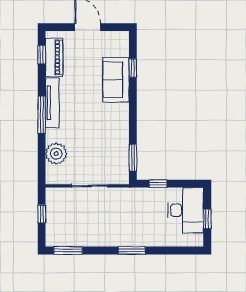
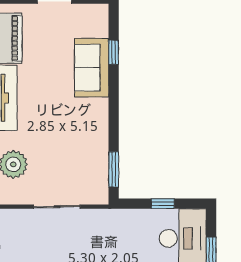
window: (158, 184) -> (163, 204), moved

